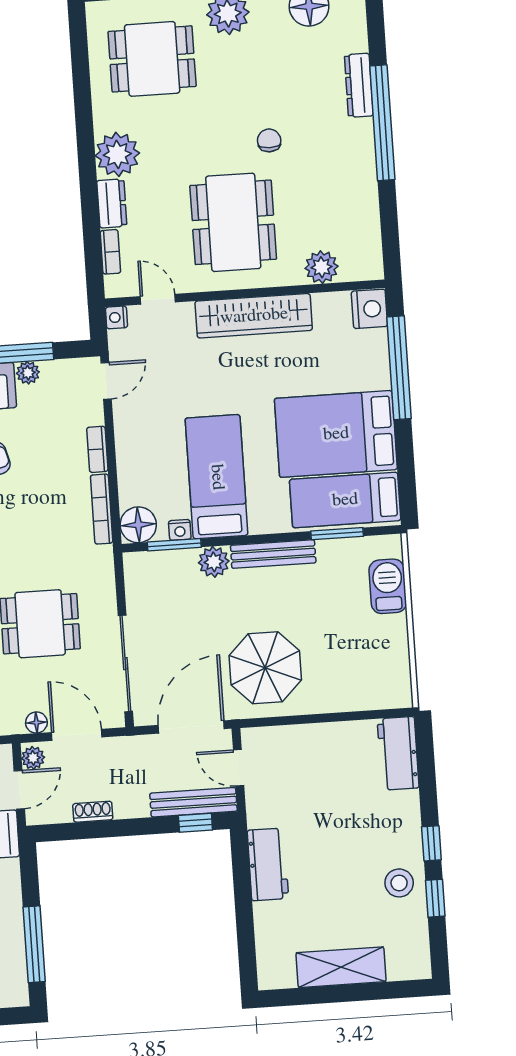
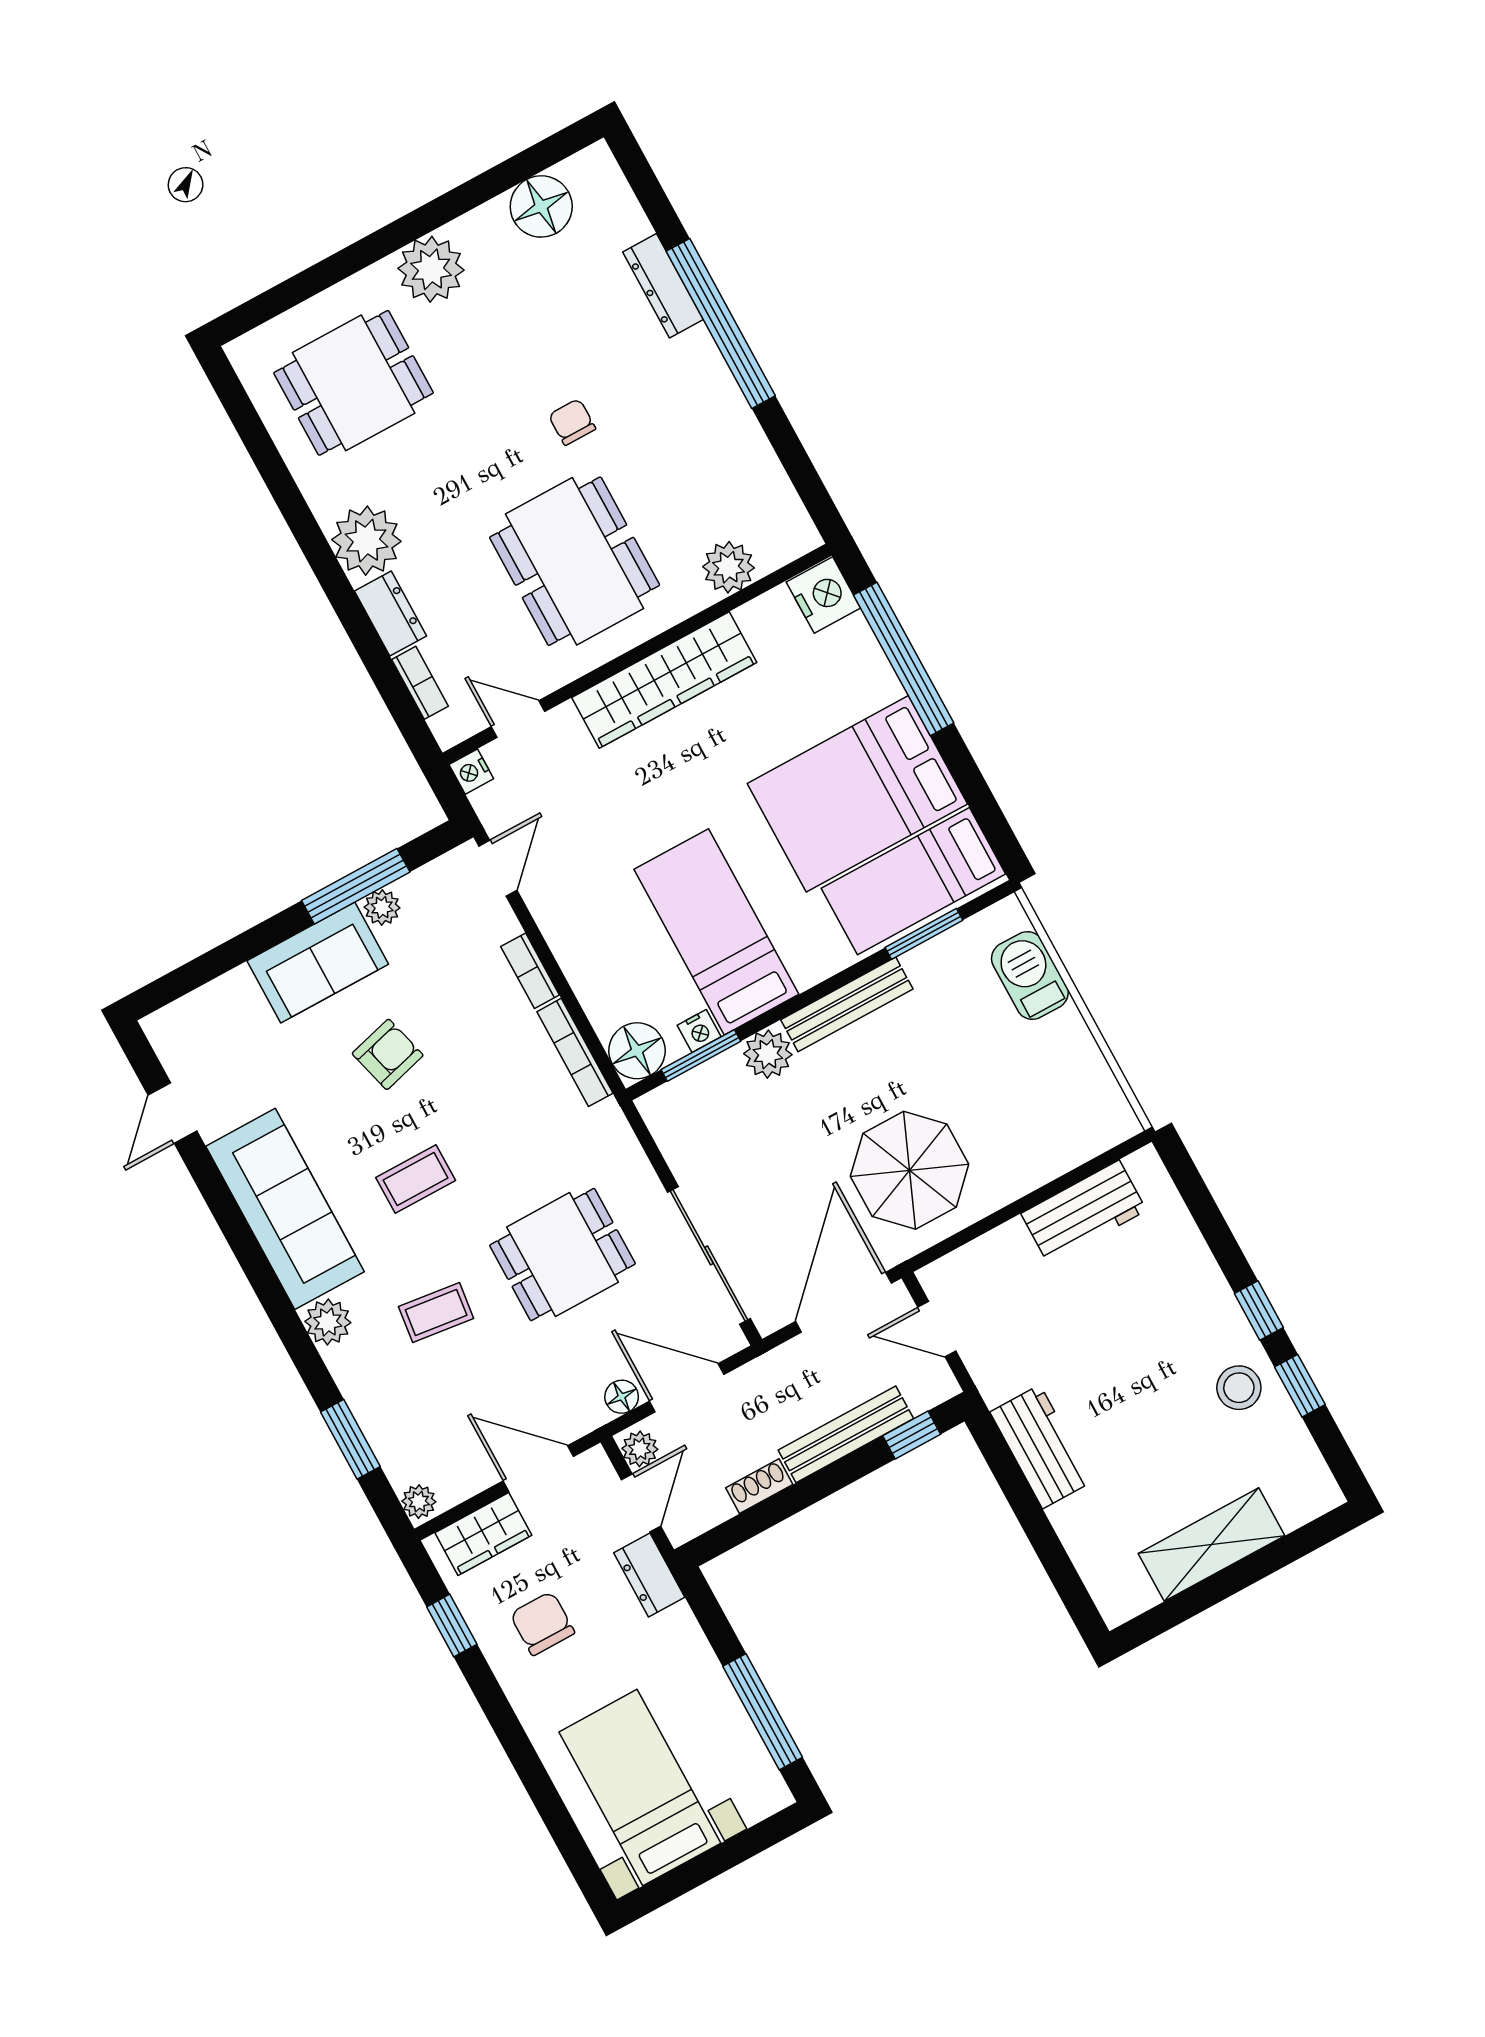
workbench: (398, 753) -> (1084, 1212), moved, turned -90
bench: (193, 802) -> (846, 1434), moved

